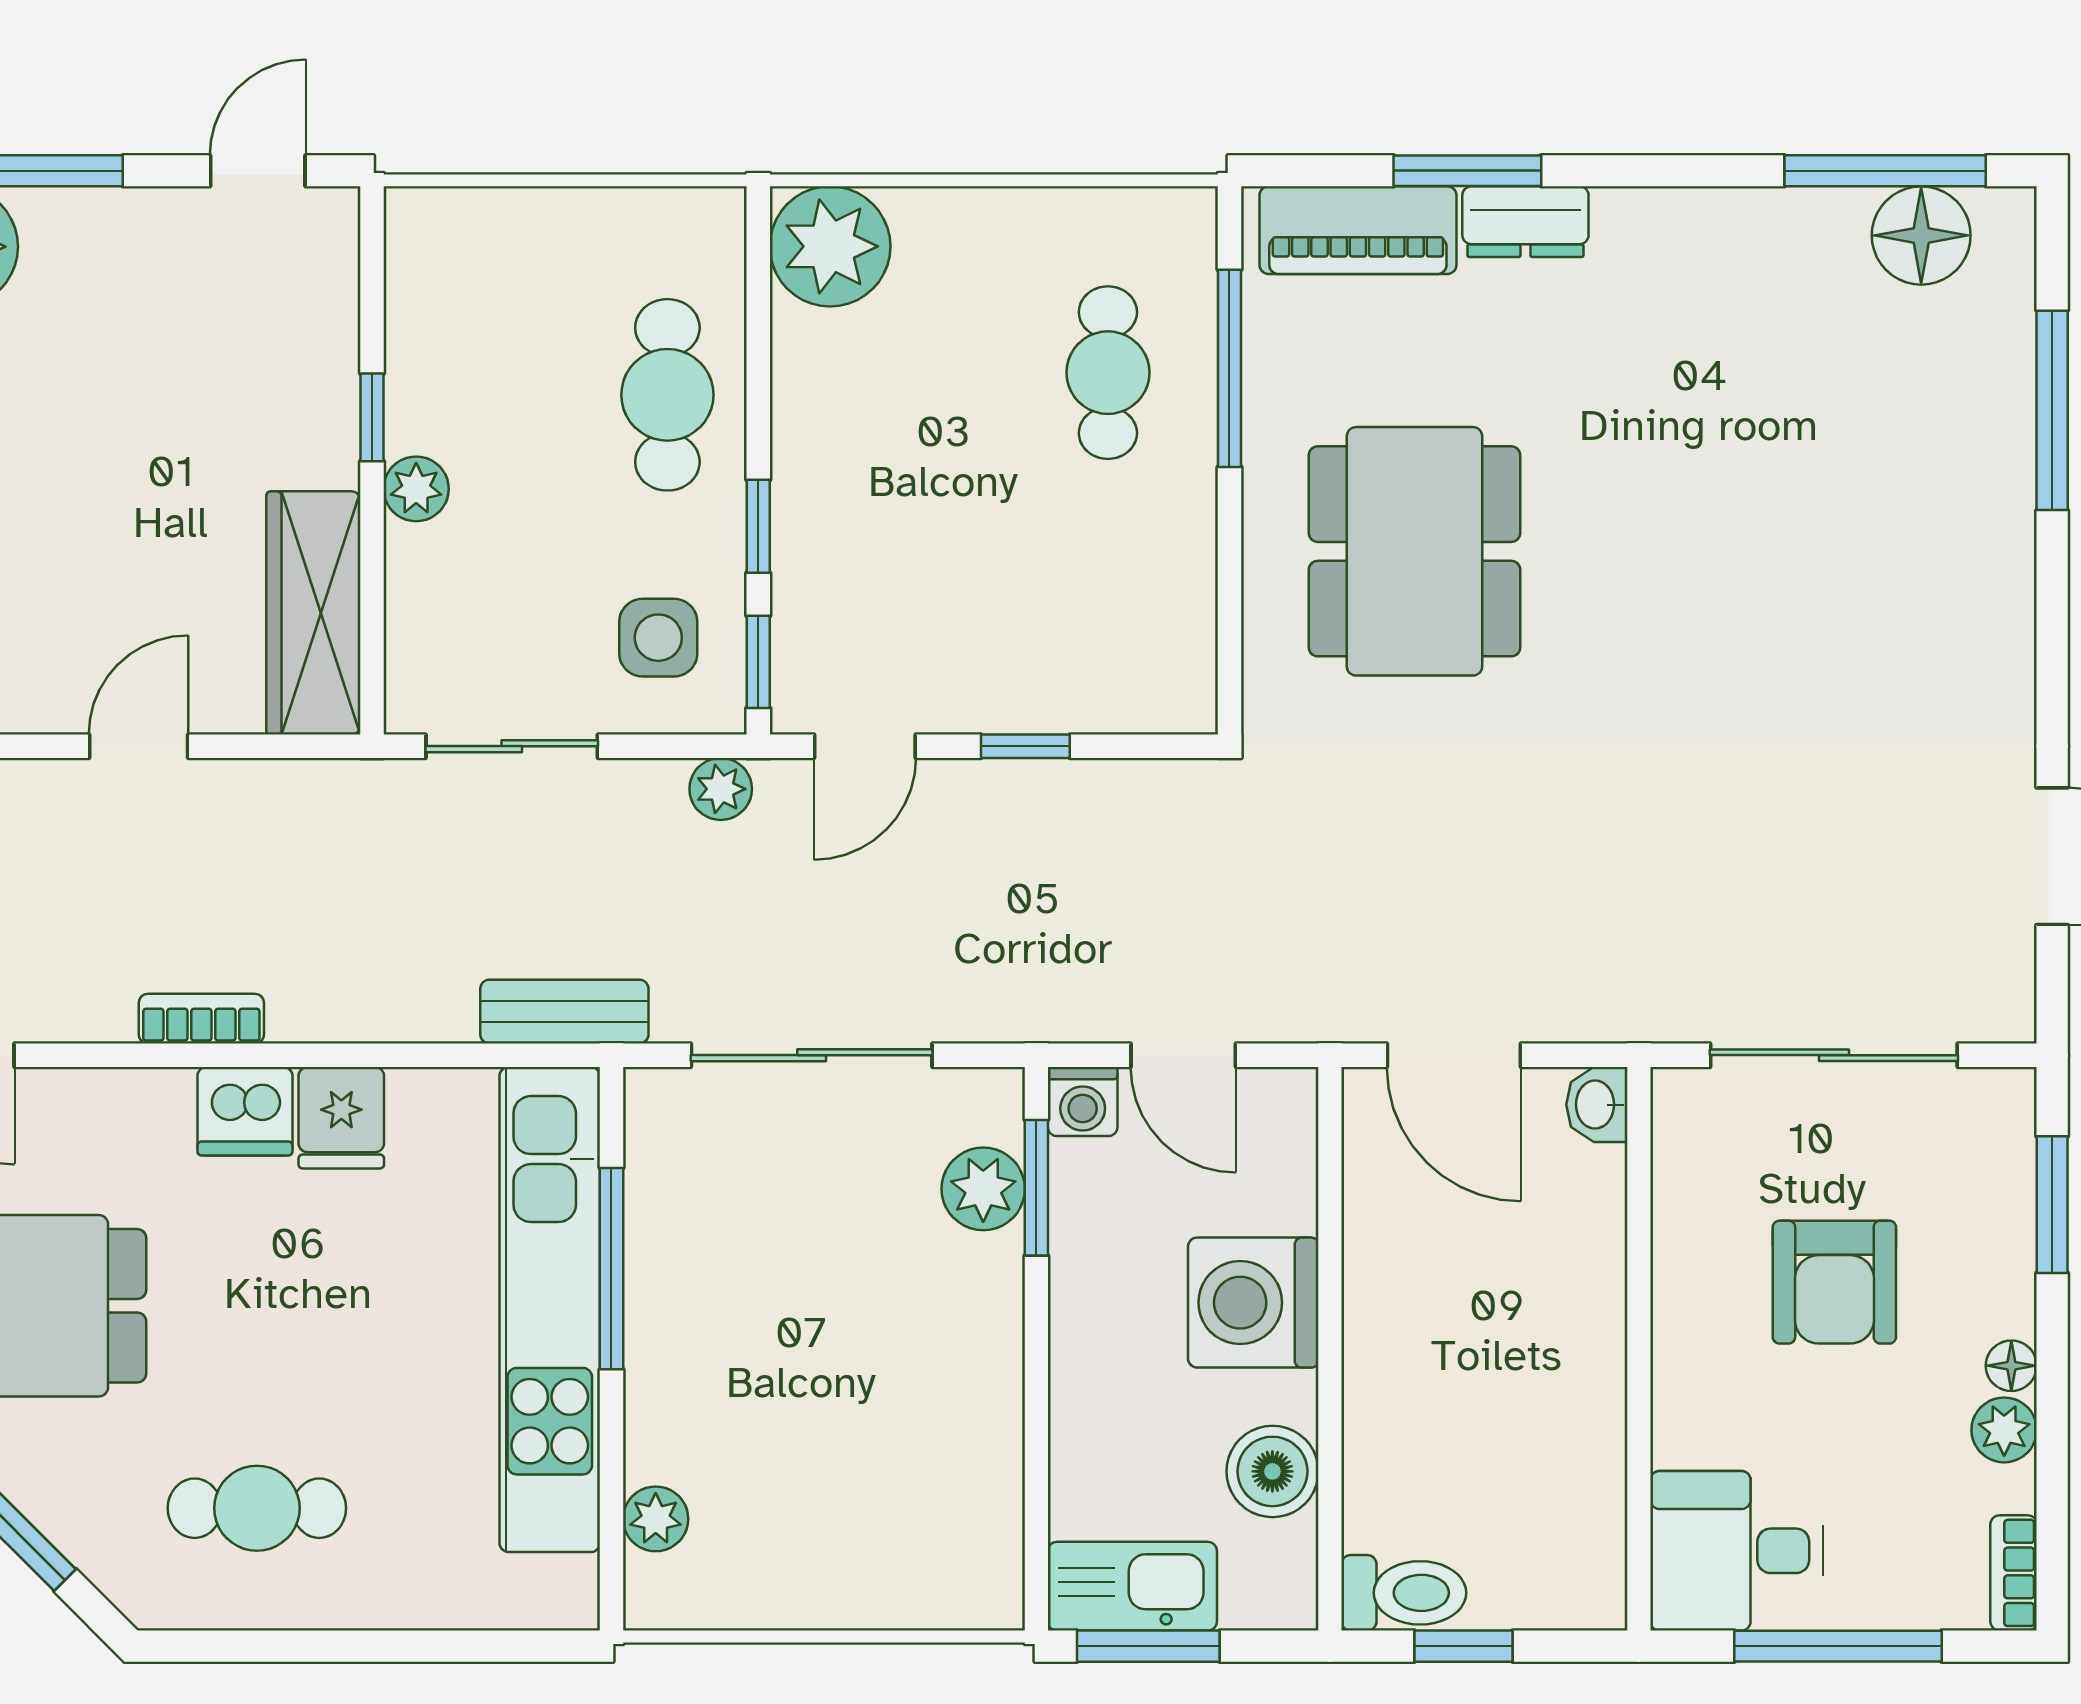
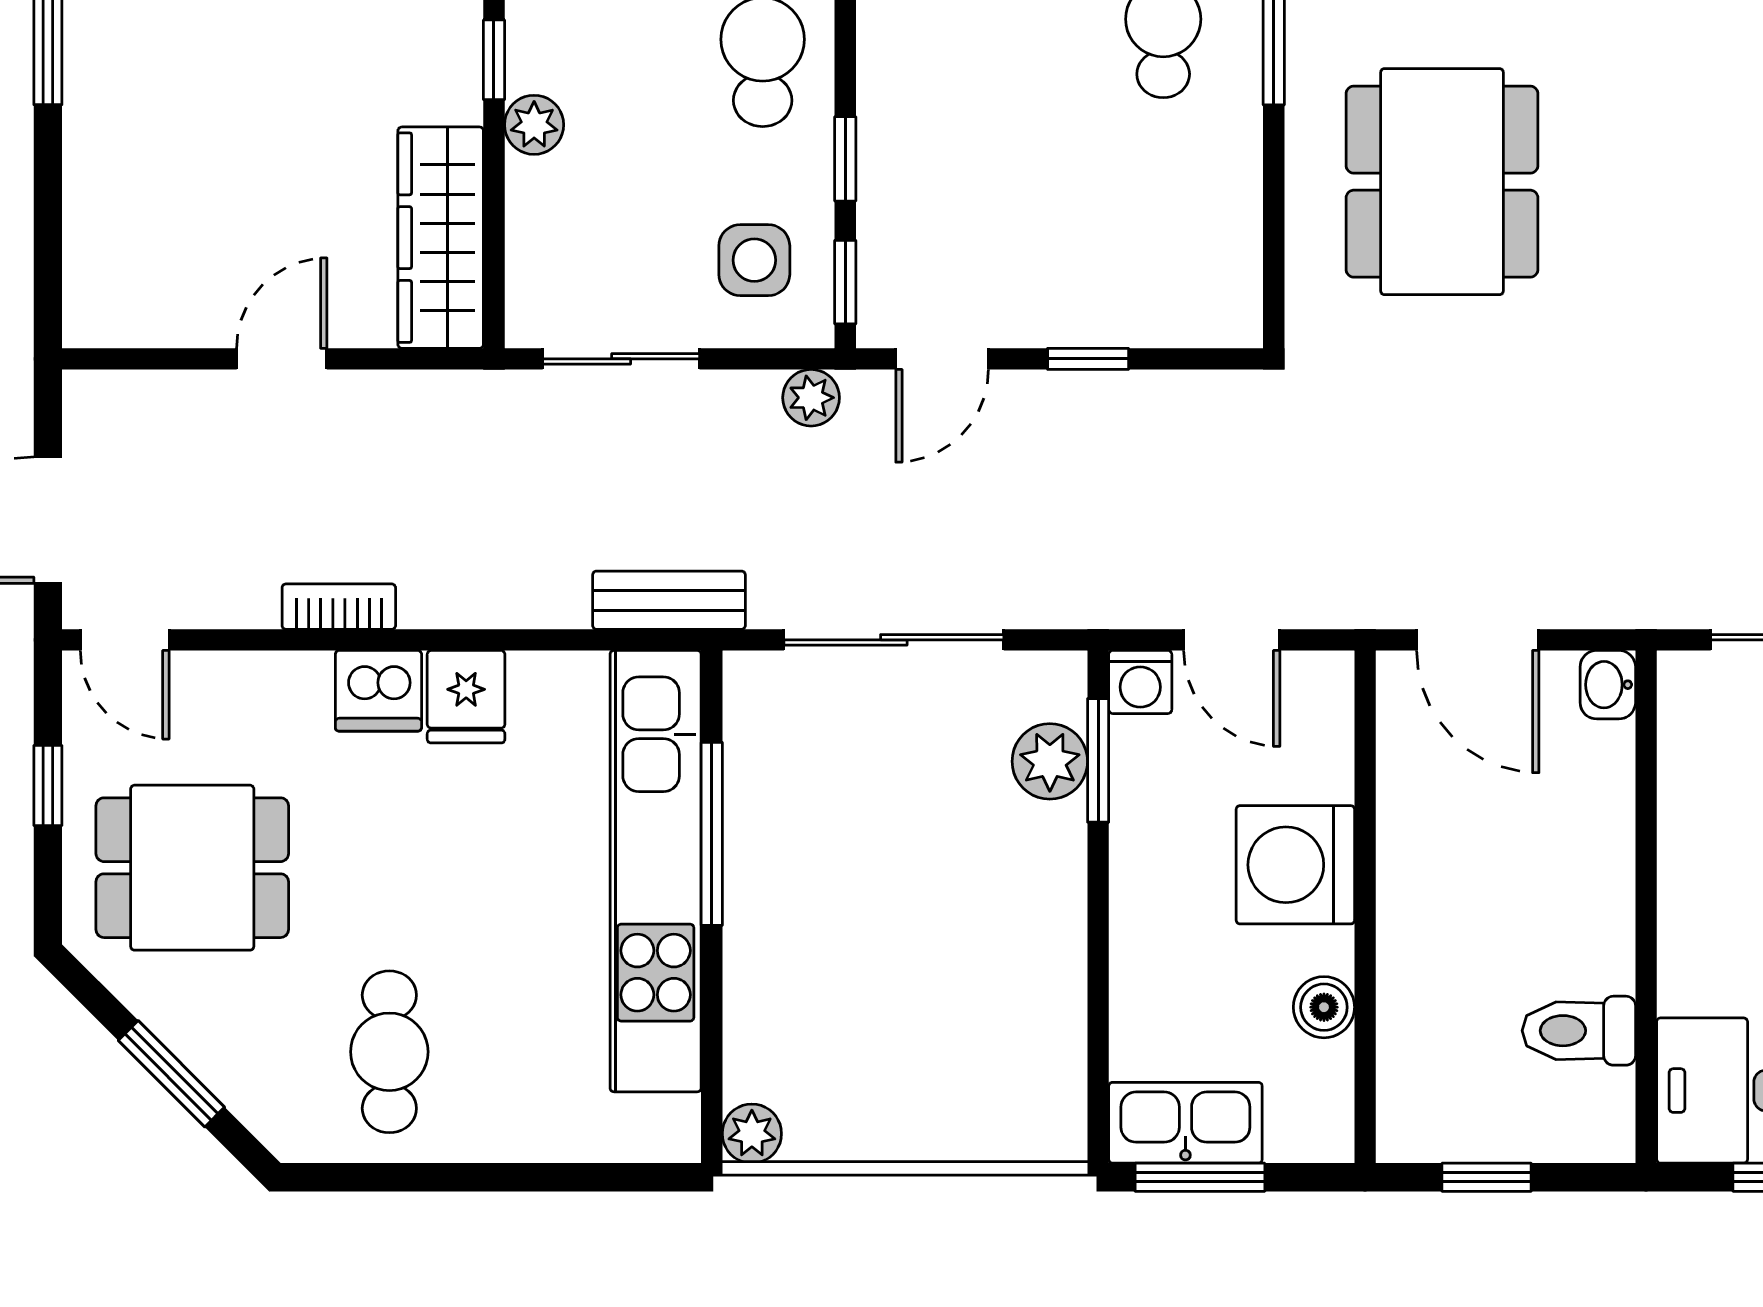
boiler: (1272, 1471) -> (1324, 1007), width x0.73, depth x0.73
cafe table: (257, 1508) -> (389, 1052), turned 90
plant: (656, 1519) -> (752, 1134), moved
toilet: (1404, 1593) -> (1579, 1031), moved, turned 180

